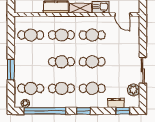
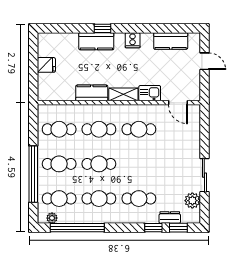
cafe table: (92, 62) -> (59, 164), moved
window: (11, 70) -> (33, 174), width x2.11
window: (83, 111) -> (153, 228), moved

